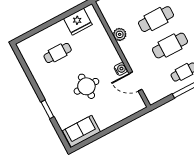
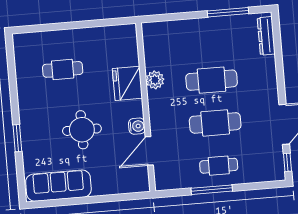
fridge: (78, 22) -> (127, 83), moved, turned 90
door: (135, 81) -> (149, 151), hinge flipped
sofa: (81, 131) -> (58, 186), width x1.36

